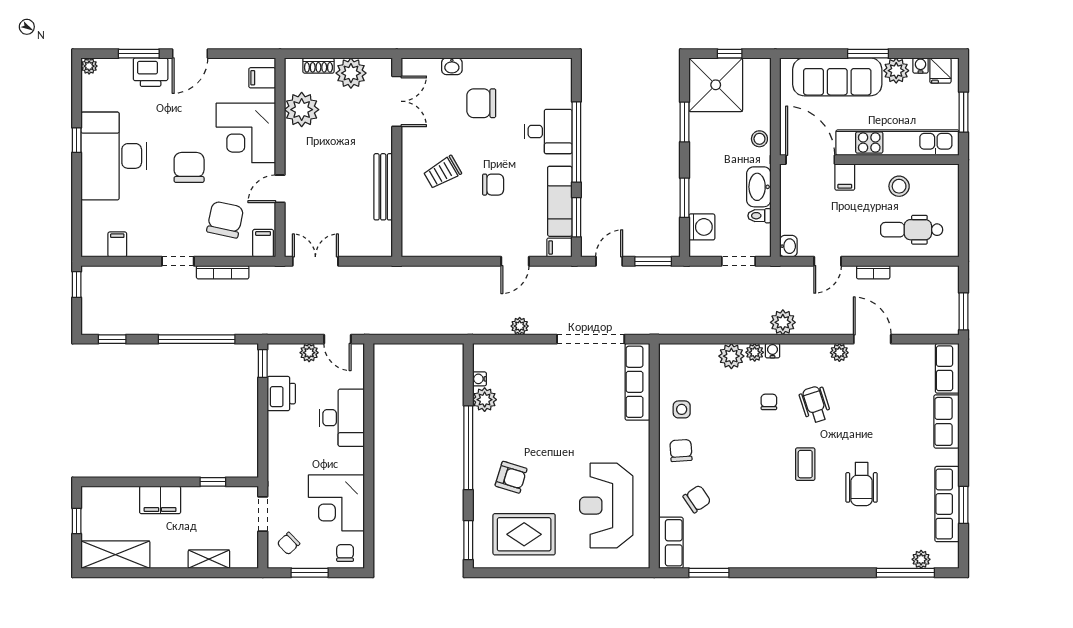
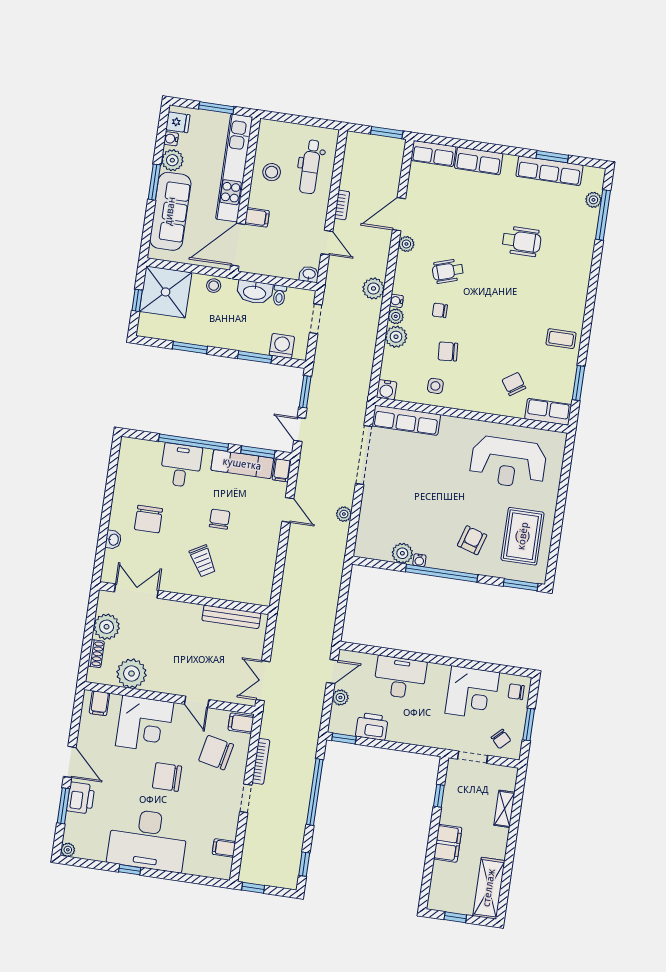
shower: (716, 85) -> (166, 292), moved
bench: (383, 187) -> (231, 617), moved
water cooler: (669, 354) -> (386, 390), added
water cooler: (479, 379) -> (419, 560), moved
chair: (681, 451) -> (448, 351), moved
coffee table: (805, 464) -> (561, 339), moved

